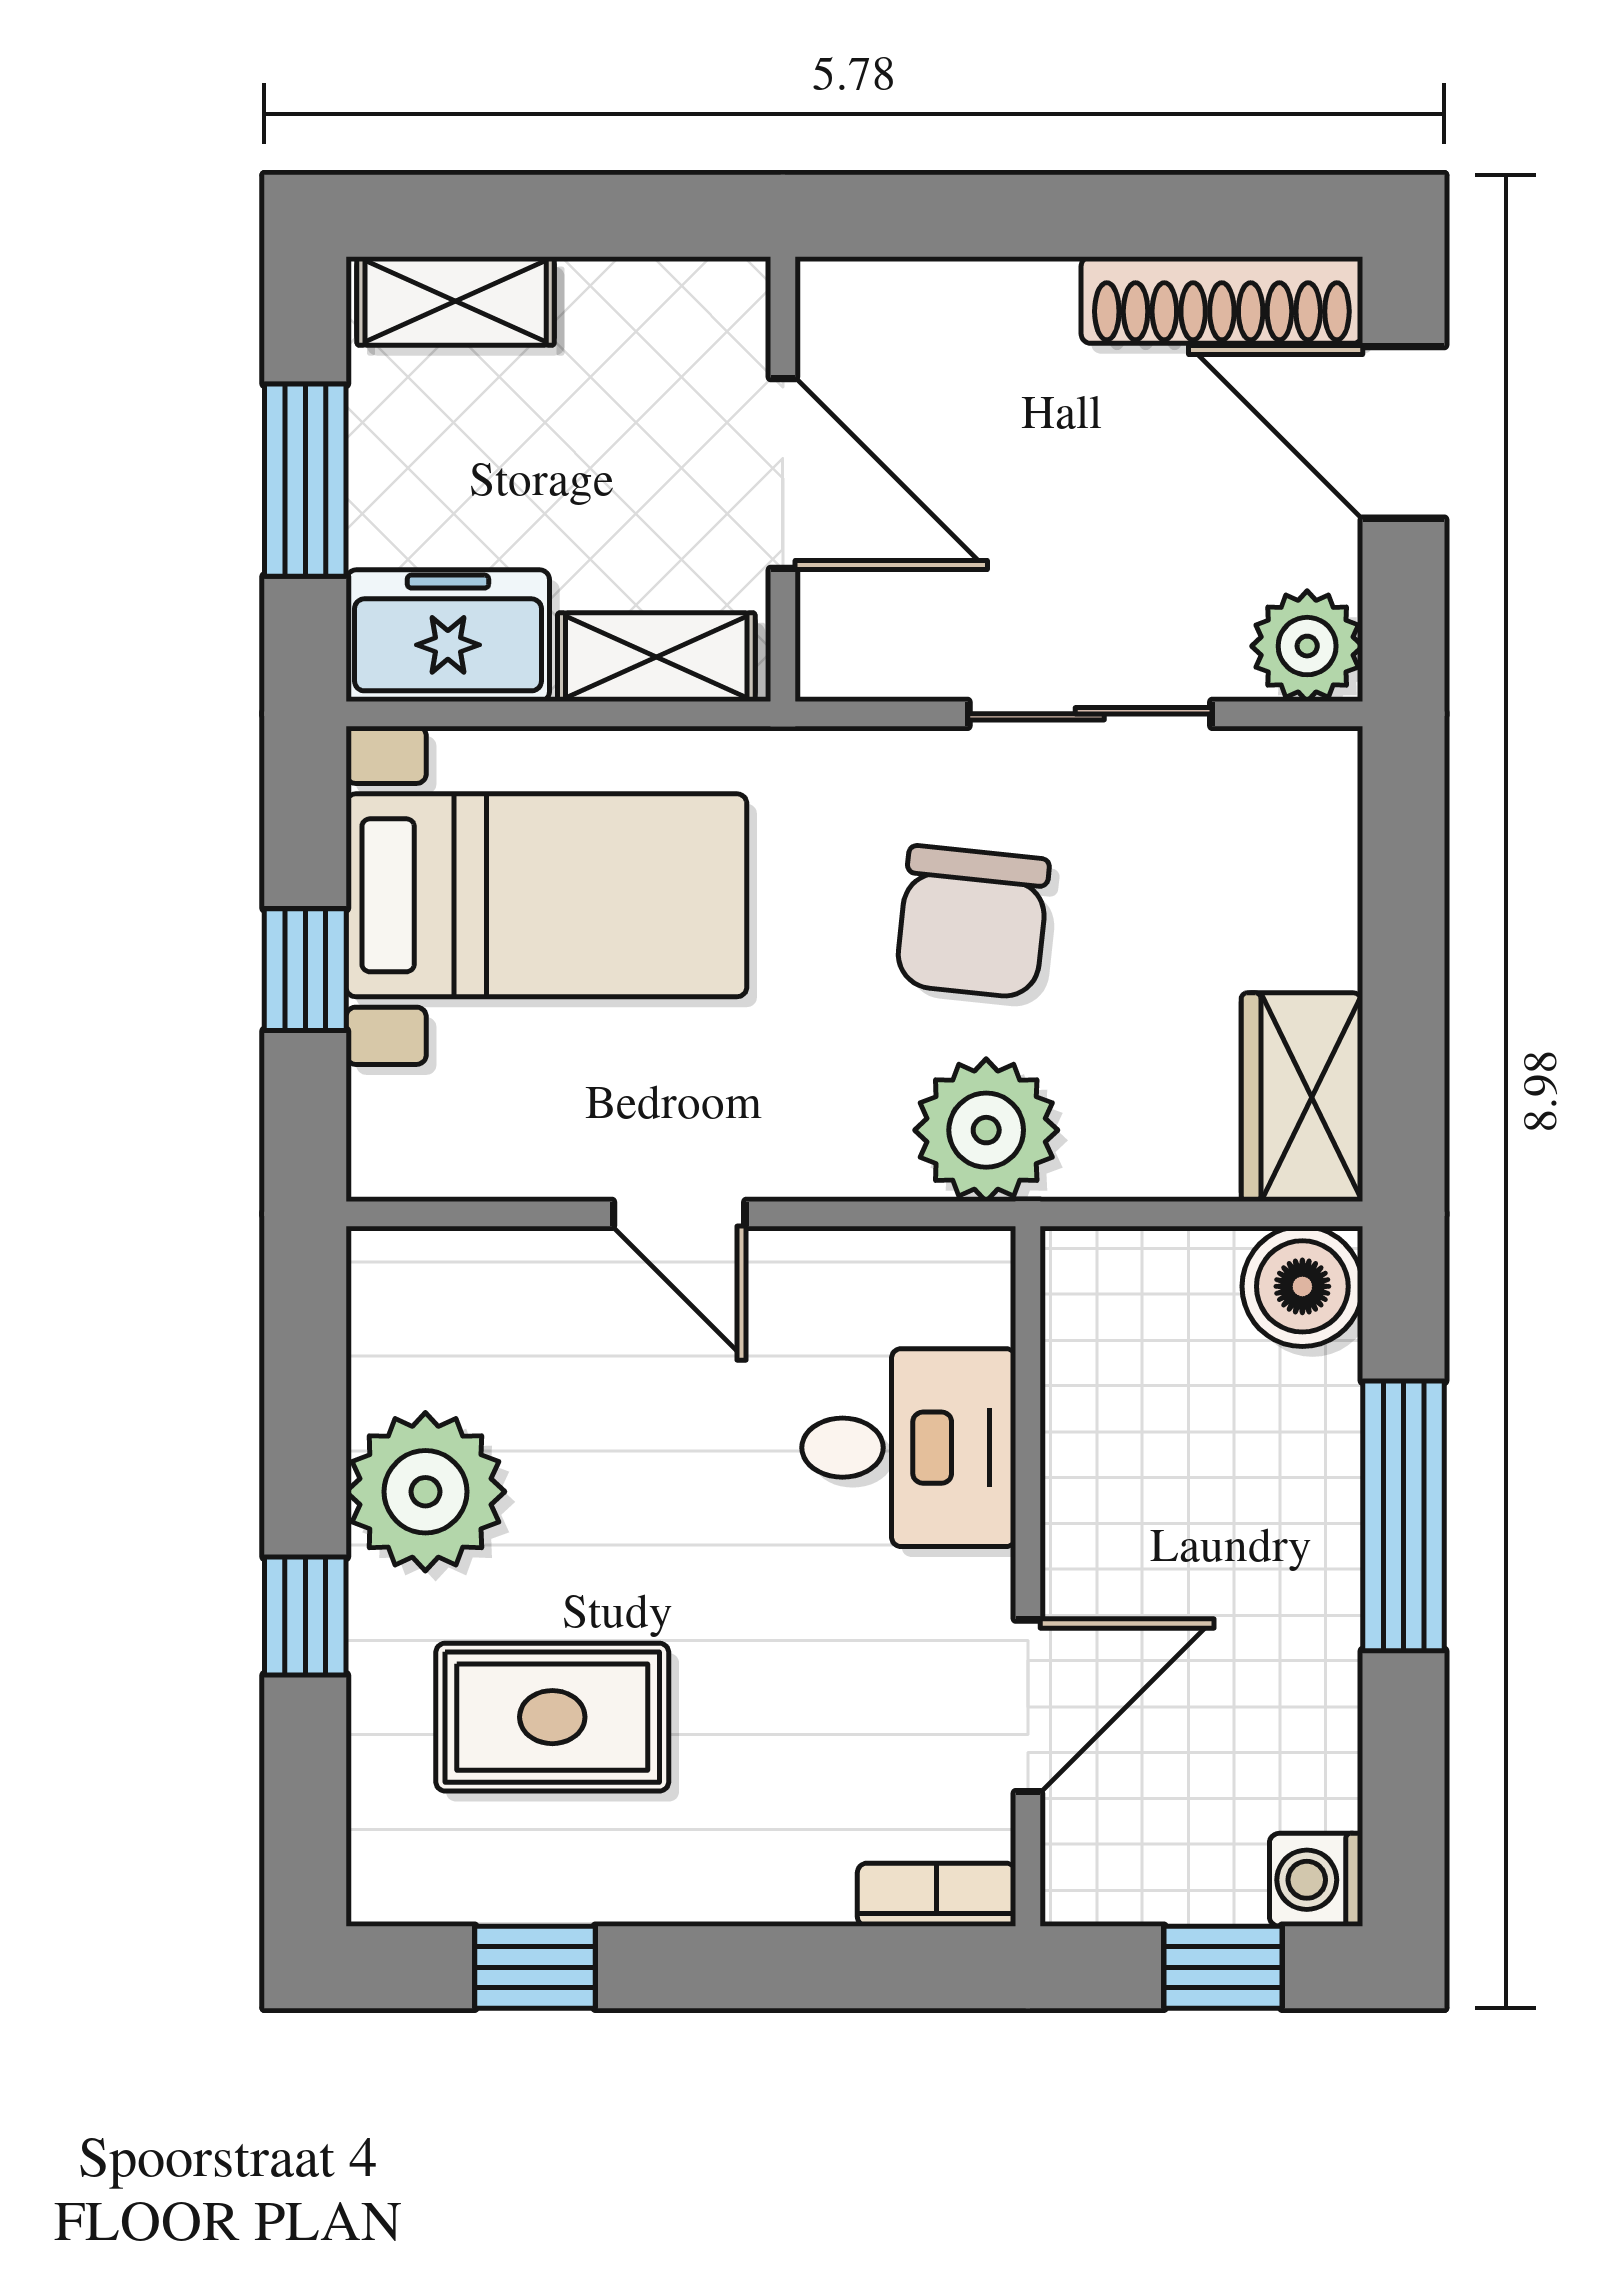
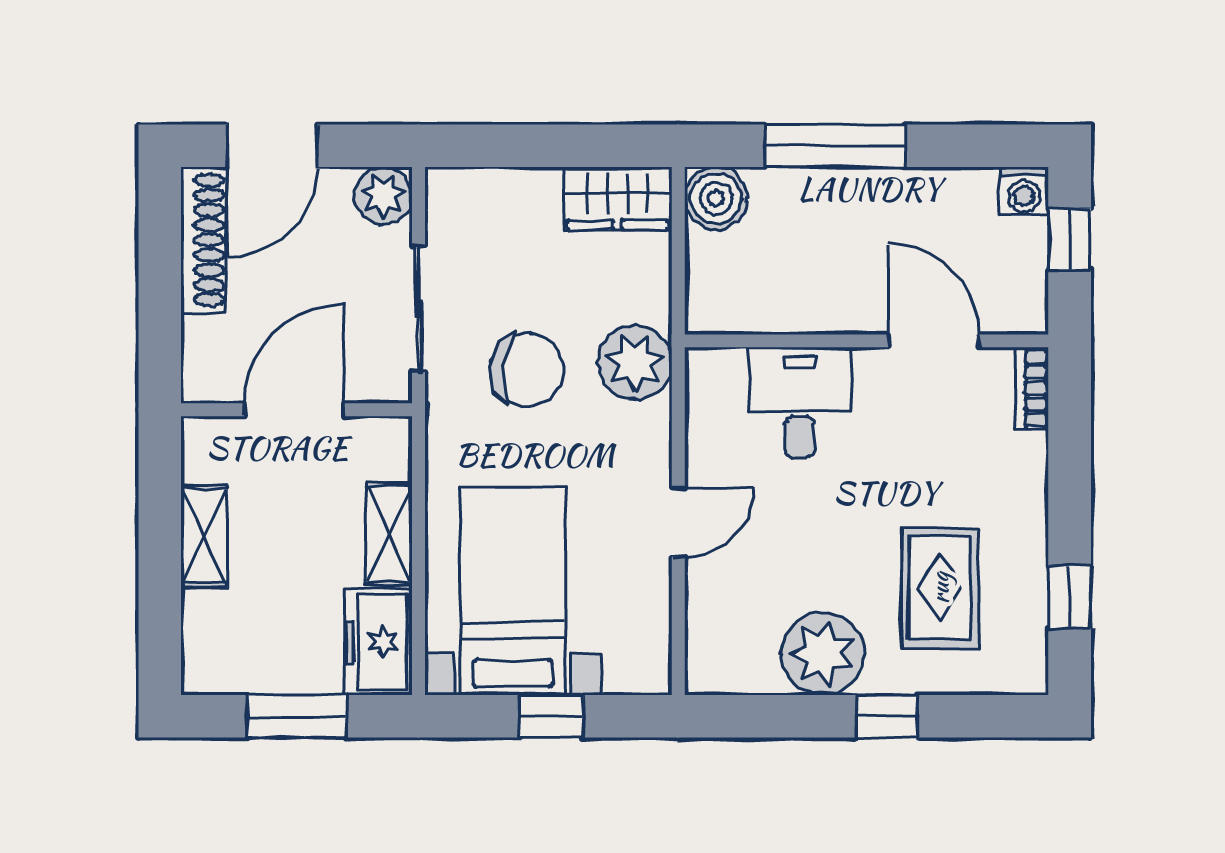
shelving: (456, 301) -> (204, 536), moved
door: (783, 473) -> (294, 410), moved
wall: (783, 479) -> (297, 410), moved

